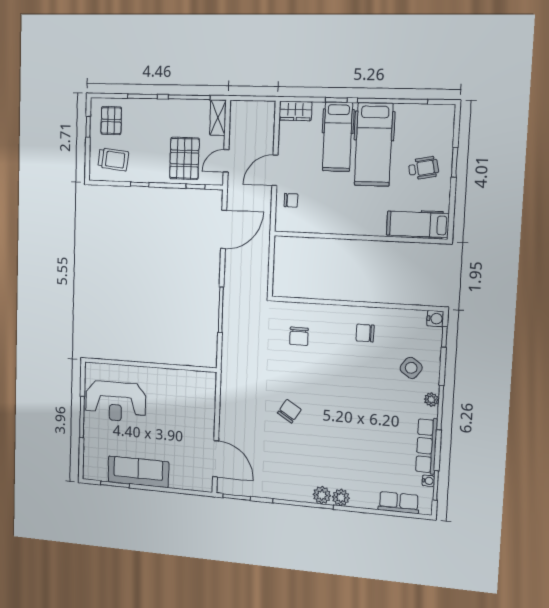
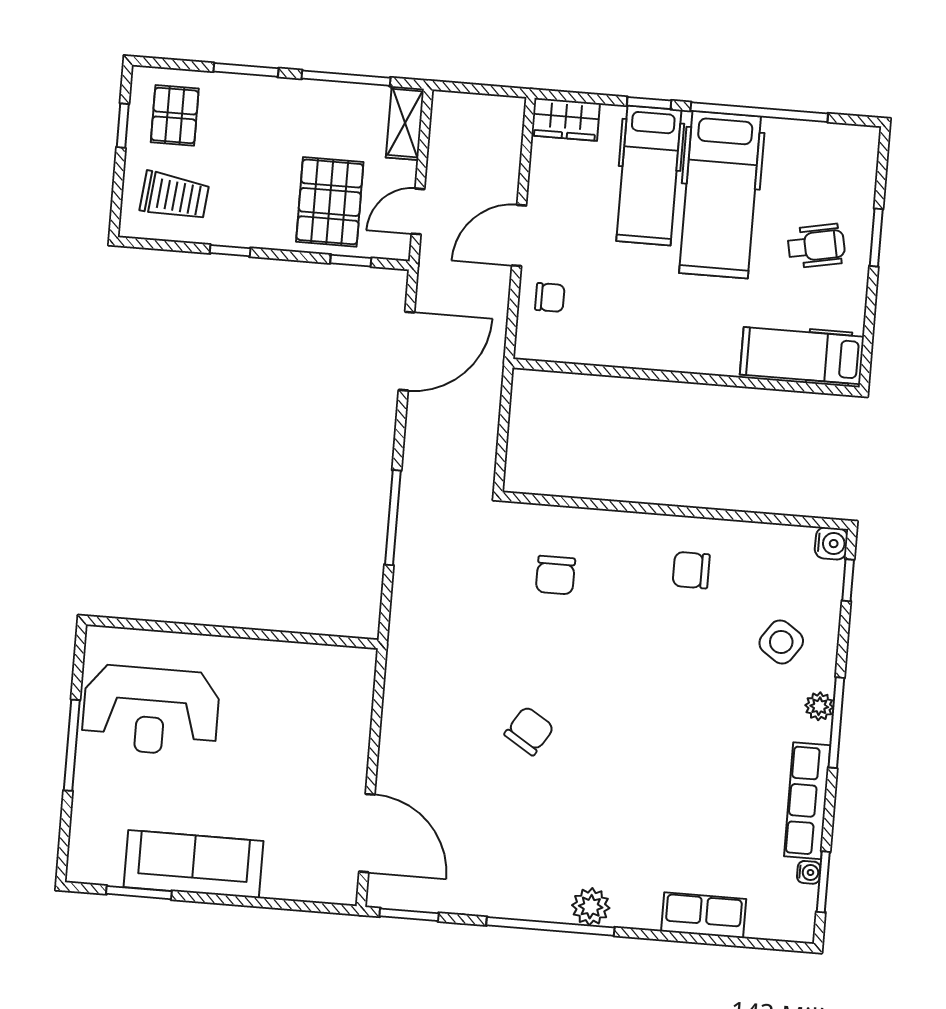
plant: (341, 497) -> (630, 911), removed
row of seats: (399, 503) -> (704, 915), moved

